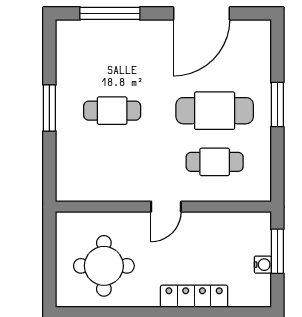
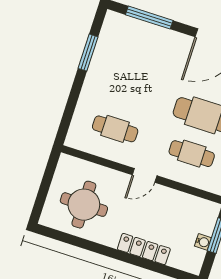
window: (49, 108) -> (88, 53), moved
cafe table: (112, 111) -> (115, 129), moved

